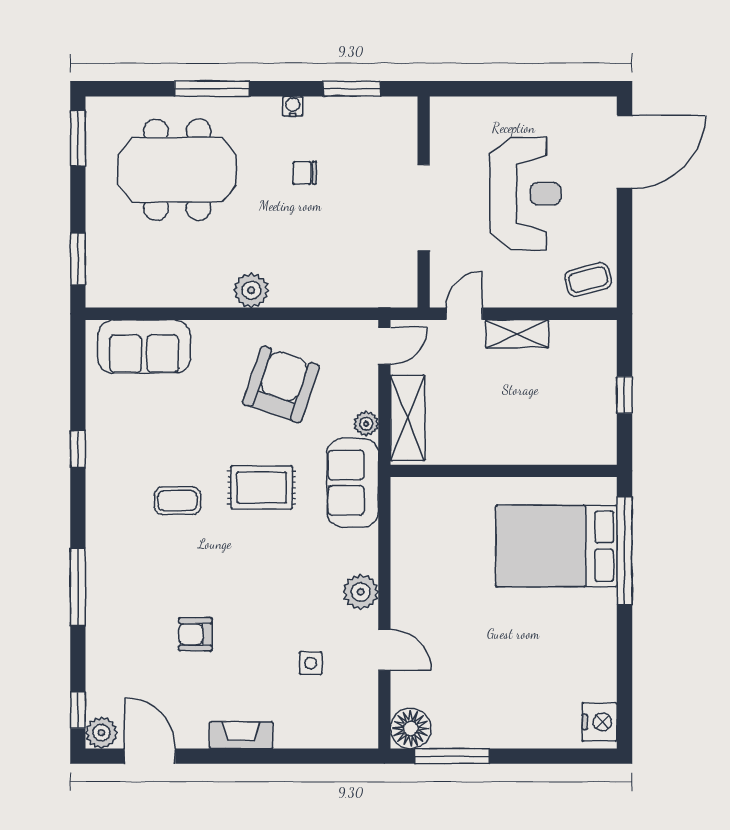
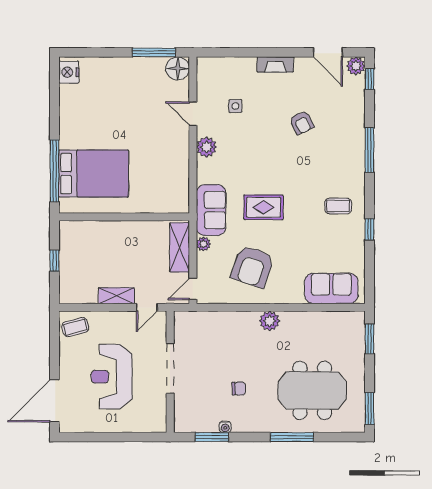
water cooler: (293, 106) -> (225, 427), moved
coffee table: (178, 501) -> (338, 206), moved
armchair: (195, 634) -> (302, 123), turned 64

